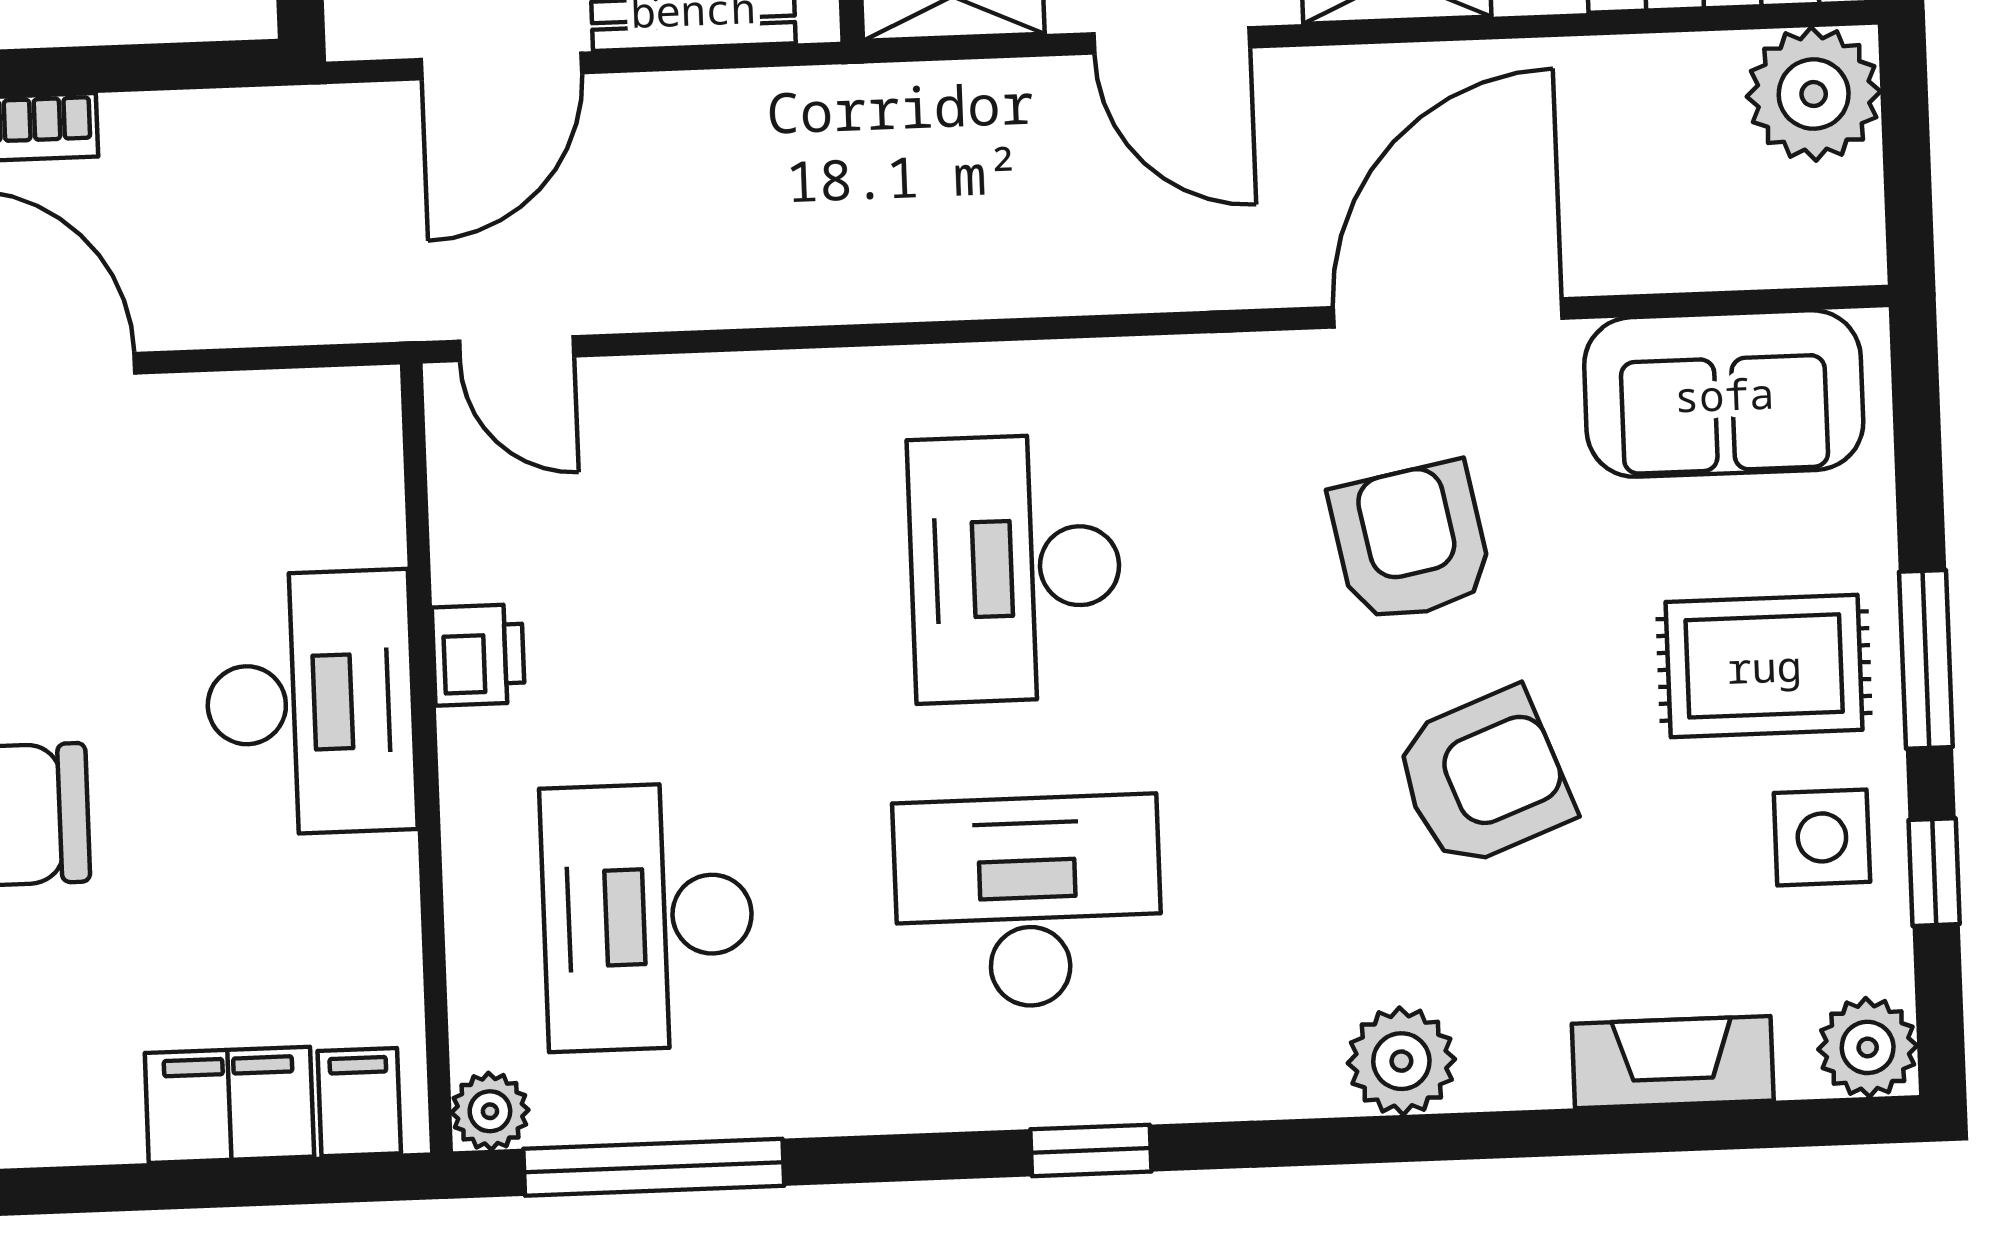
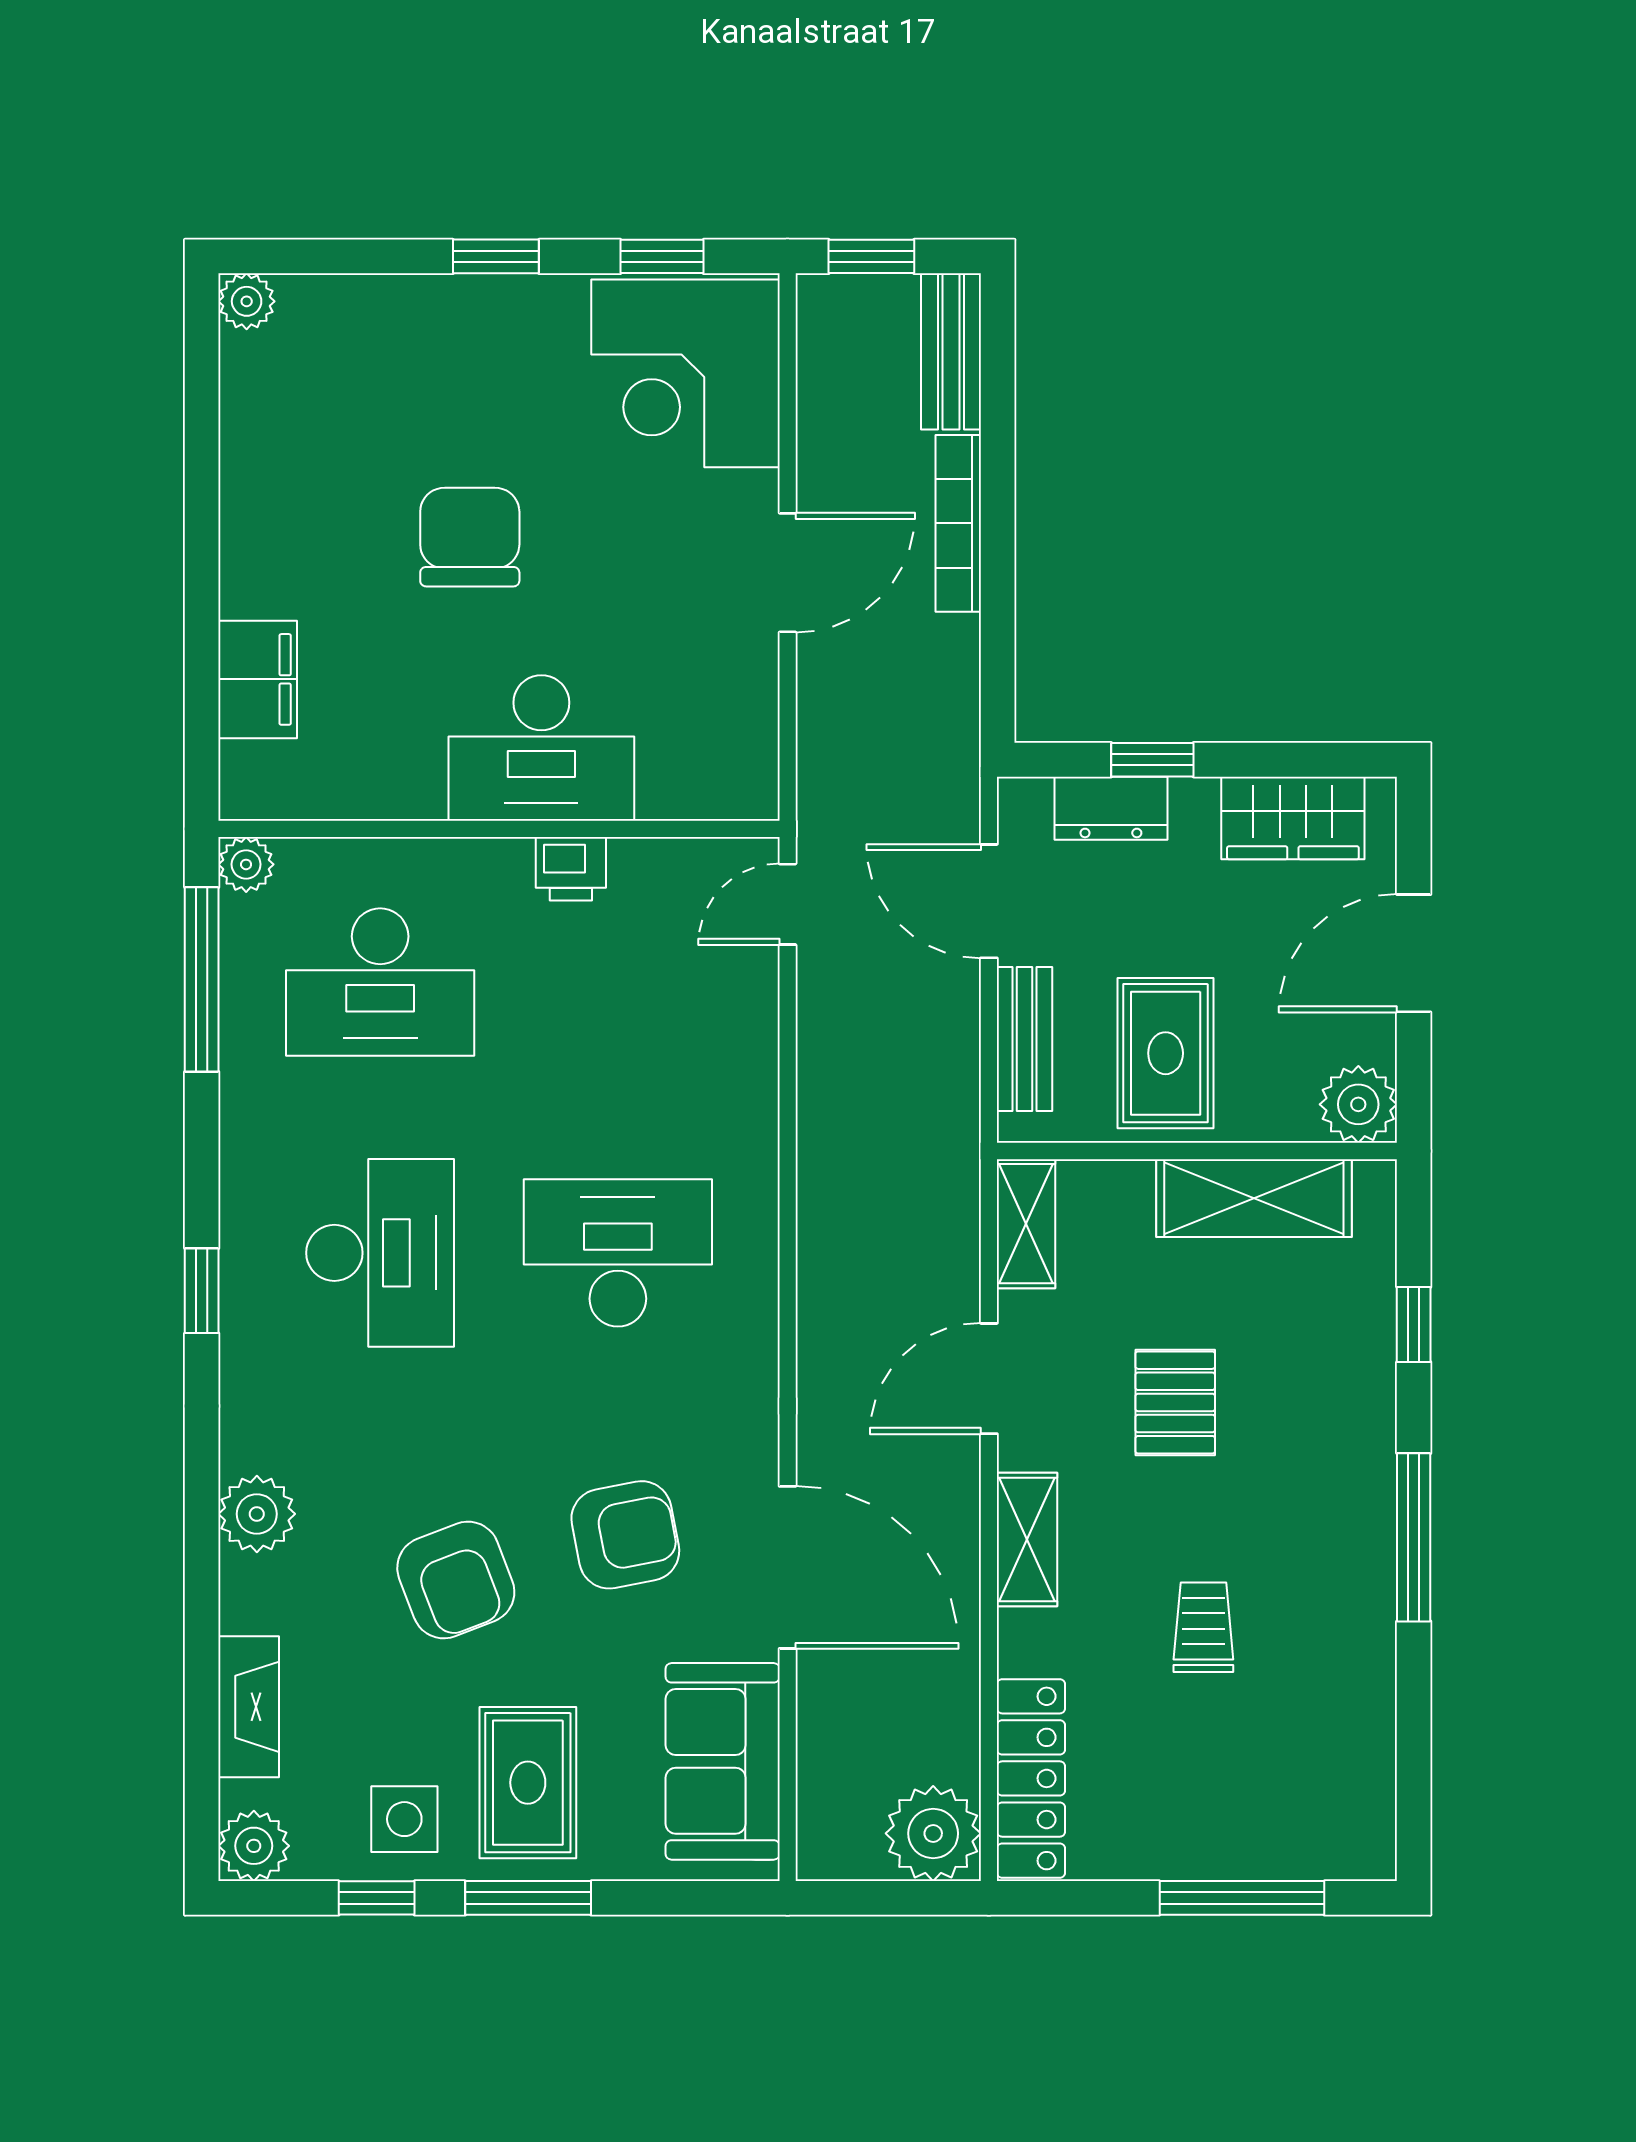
desk: (648, 917) -> (380, 982), turned 180
filing cabinet: (359, 1102) -> (256, 772), removed

